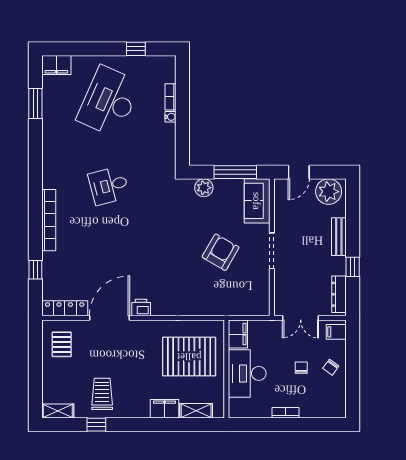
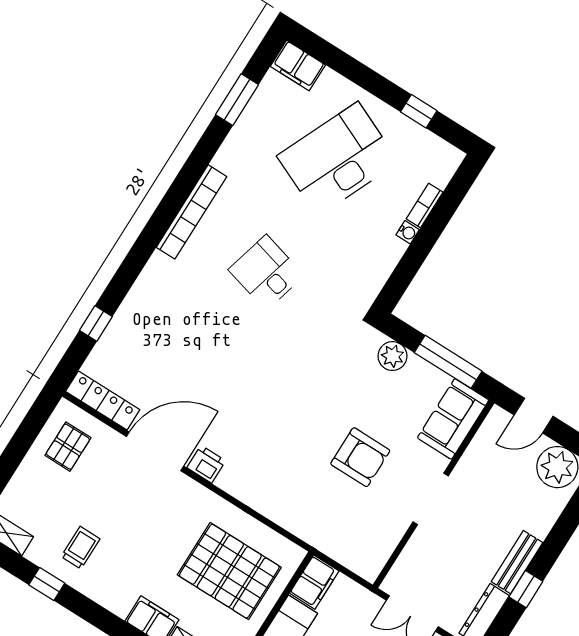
desk: (109, 186) -> (266, 273), turned 30
bookcase: (49, 220) -> (191, 212), moved
bench: (339, 237) -> (517, 562), moved
armchair: (221, 252) -> (360, 457), turned 60
trolley: (102, 394) -> (81, 548), width x0.73, depth x0.72

